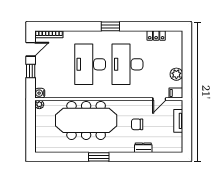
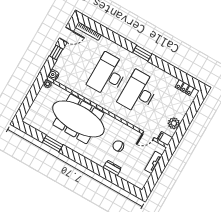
locker: (156, 35) -> (185, 88), moved
window: (99, 157) -> (53, 144), moved

